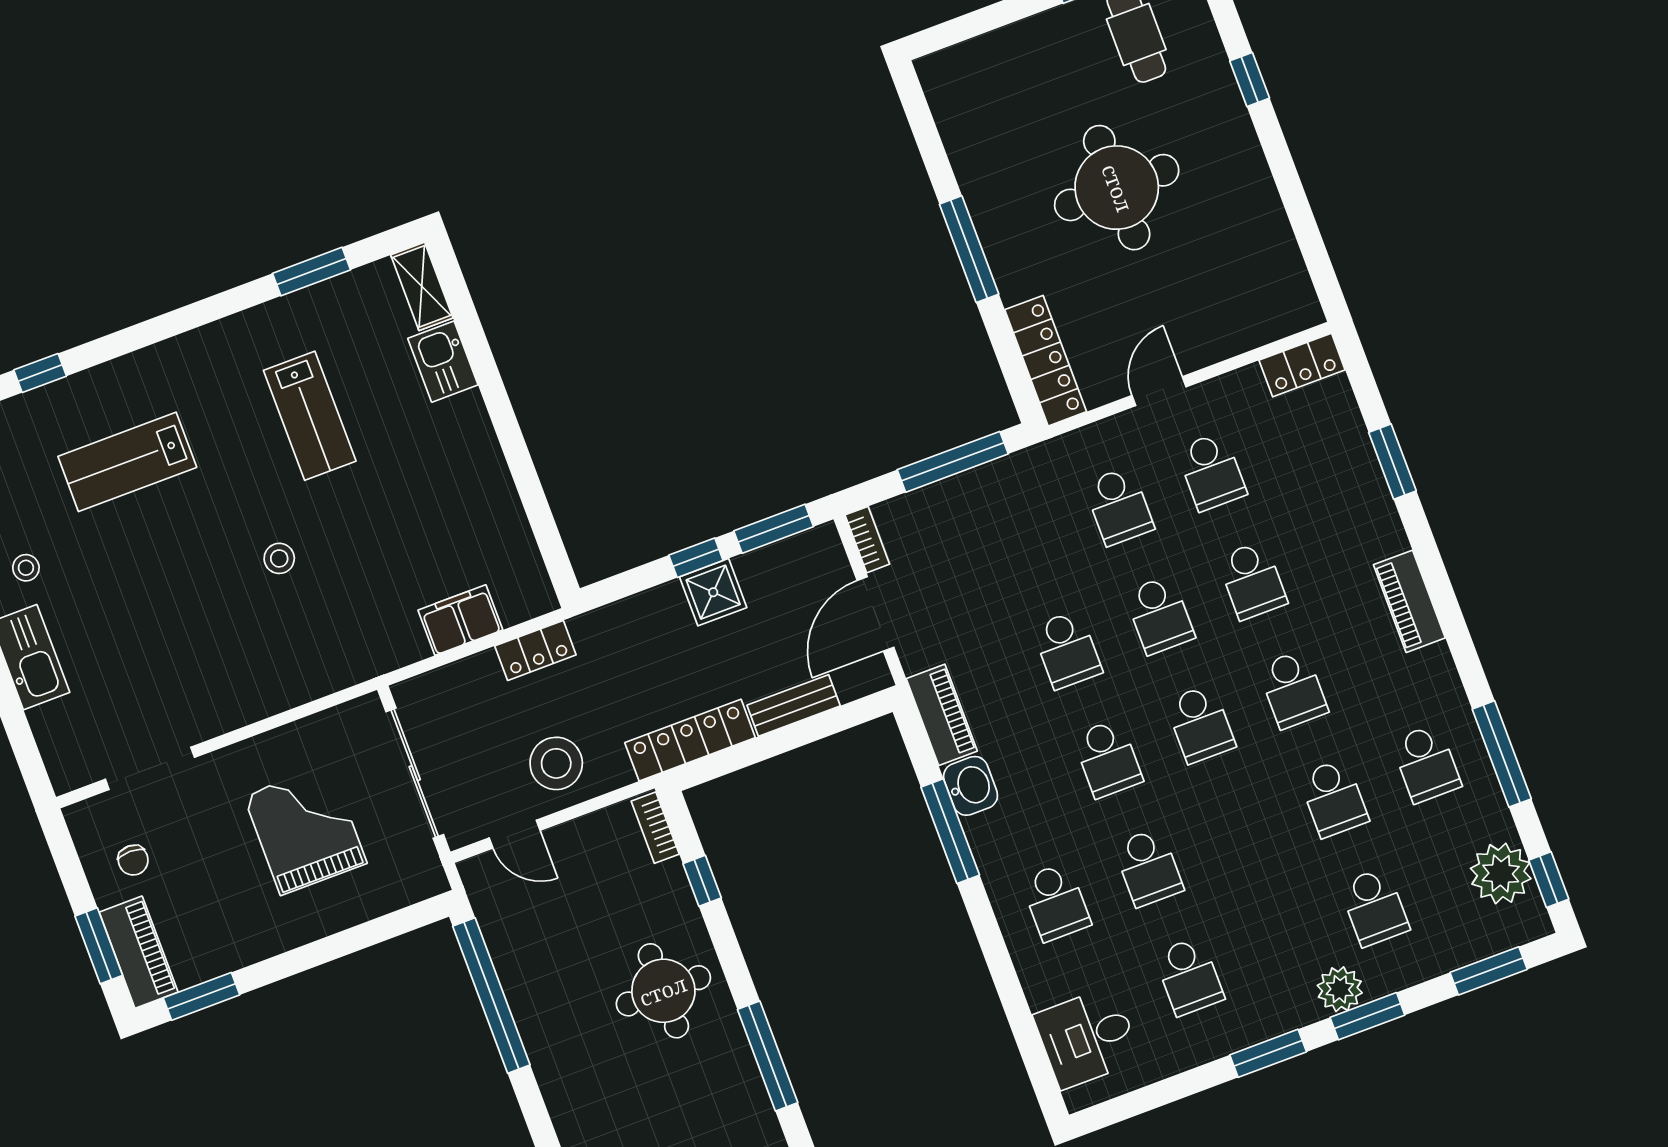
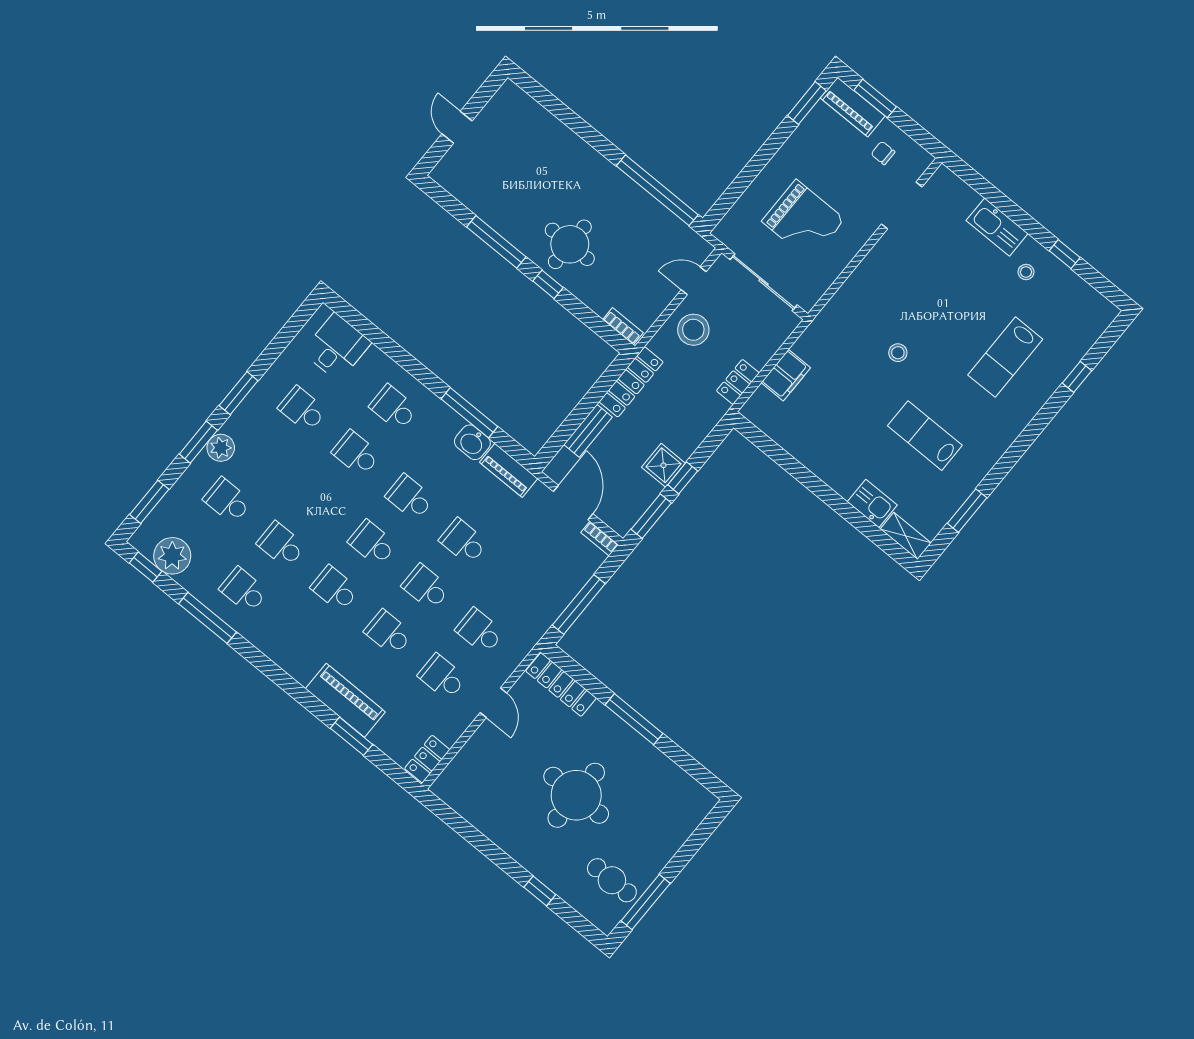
lab bench: (127, 462) -> (1005, 357), turned 180
piano: (1409, 601) -> (345, 700), moved, width x1.37, depth x1.33
window: (702, 881) -> (548, 284), moved

